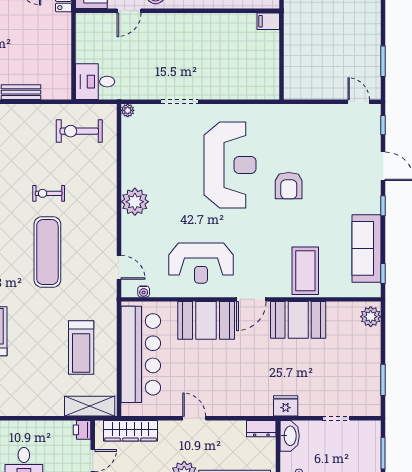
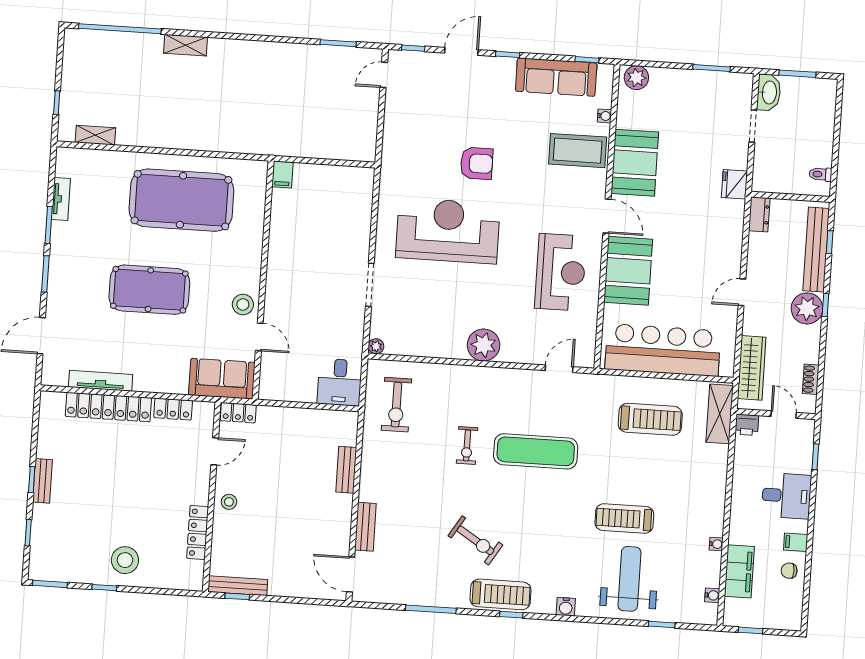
water cooler: (144, 292) -> (604, 116), moved
washbasin: (290, 436) -> (769, 92), moved, turned 90

